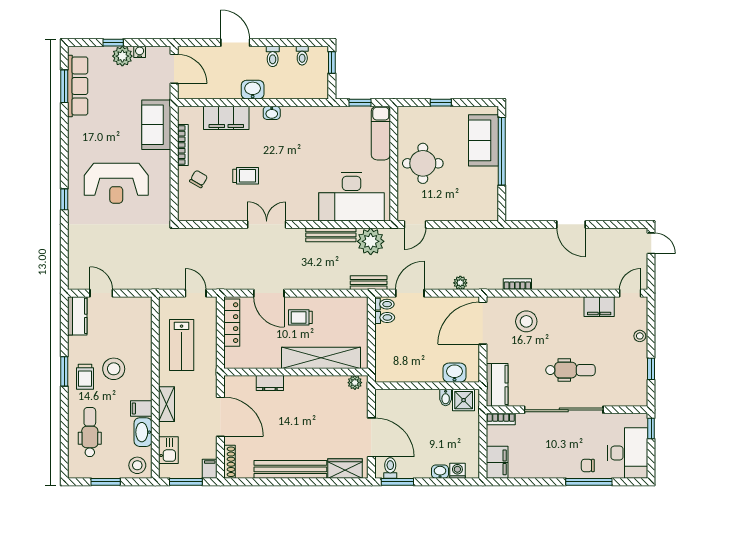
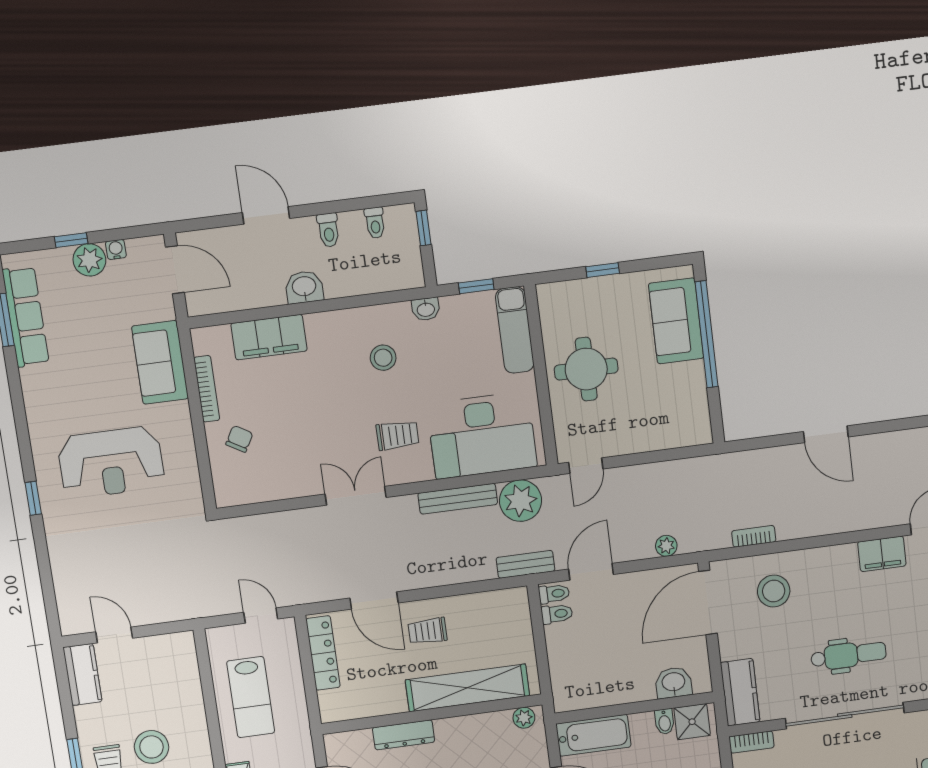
washbasin: (272, 113) -> (426, 309), moved
stool: (296, 140) -> (383, 358), added
trolley: (246, 176) -> (398, 435), moved
dresser: (270, 383) -> (404, 735), width x1.44
bathtub: (398, 400) -> (593, 735), added

